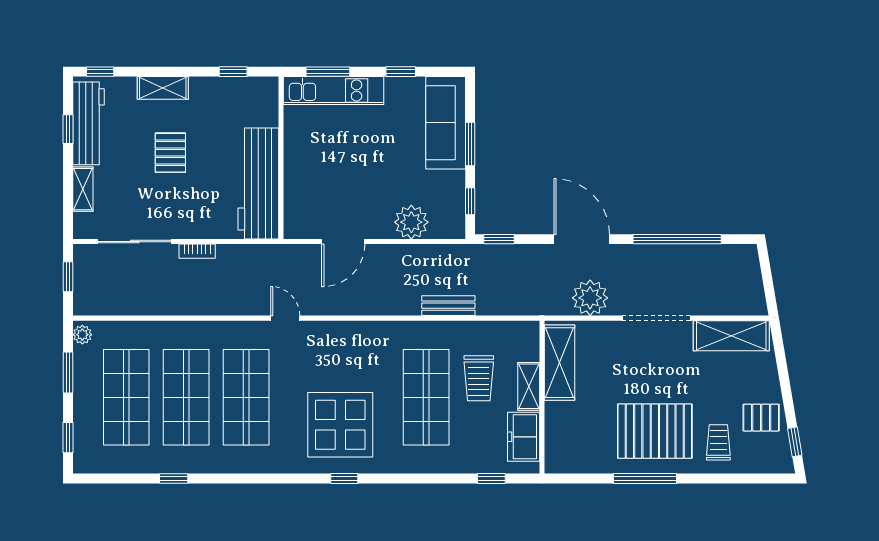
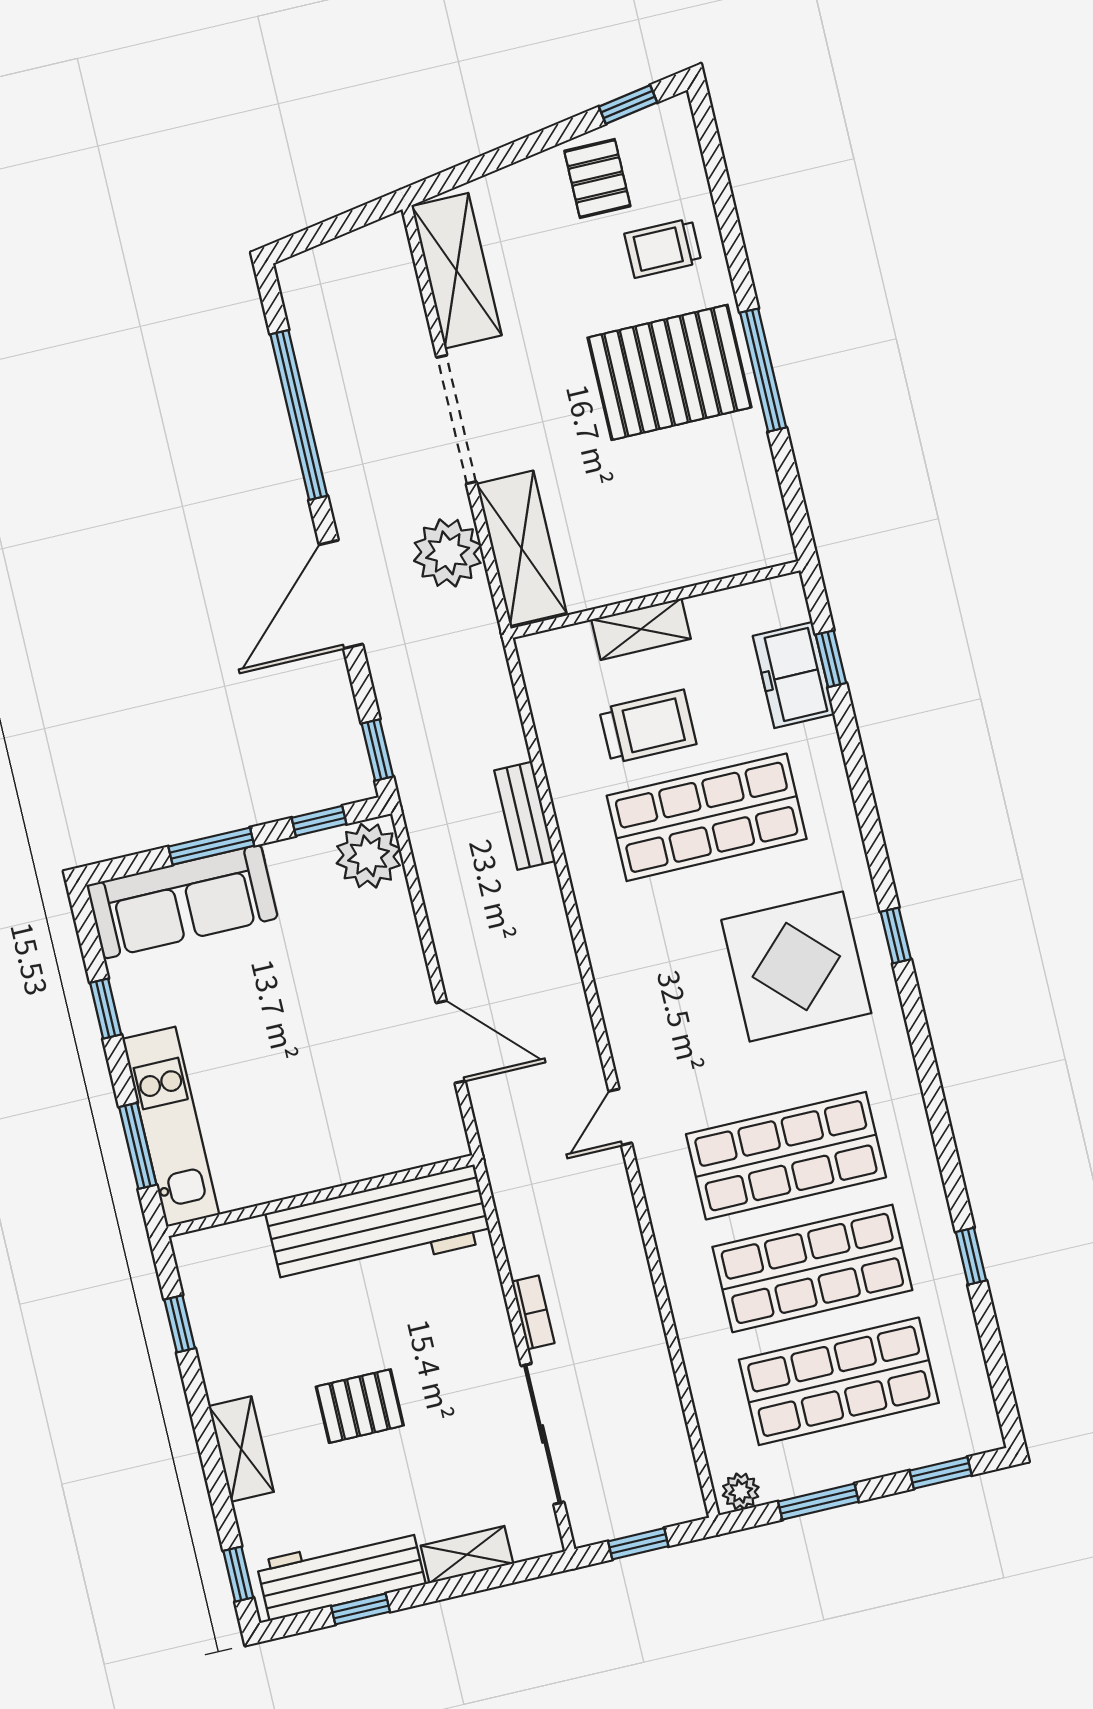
plant: (411, 222) -> (369, 856), moved
shelving: (560, 363) -> (522, 548), moved, turned 90
pallet: (655, 431) -> (670, 372), turned 90
freezer: (524, 437) -> (794, 675), moved, turned 90

